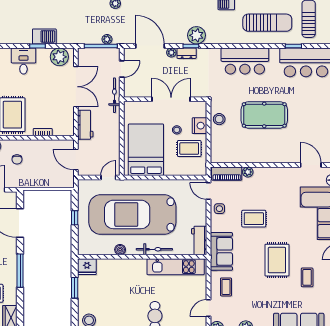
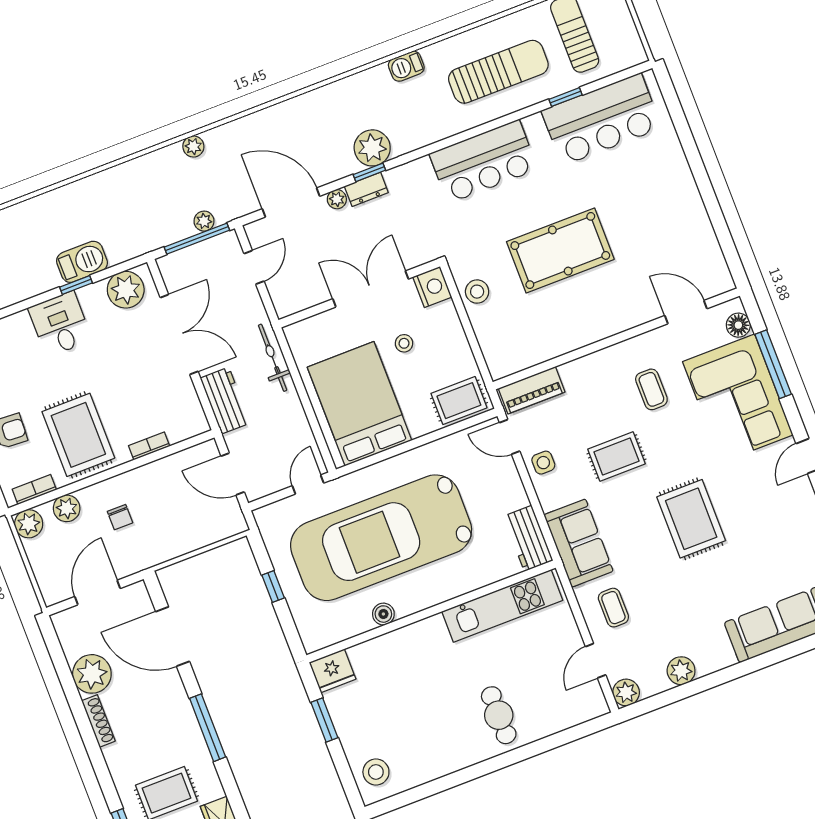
bicycle: (114, 95) -> (273, 358), moved
nightstand: (199, 126) -> (432, 287), moved
rug: (189, 149) -> (459, 401), moved
plant: (248, 172) -> (571, 372), removed
bicycle: (154, 249) -> (449, 588), removed
coffee table: (307, 277) -> (651, 389), moved

